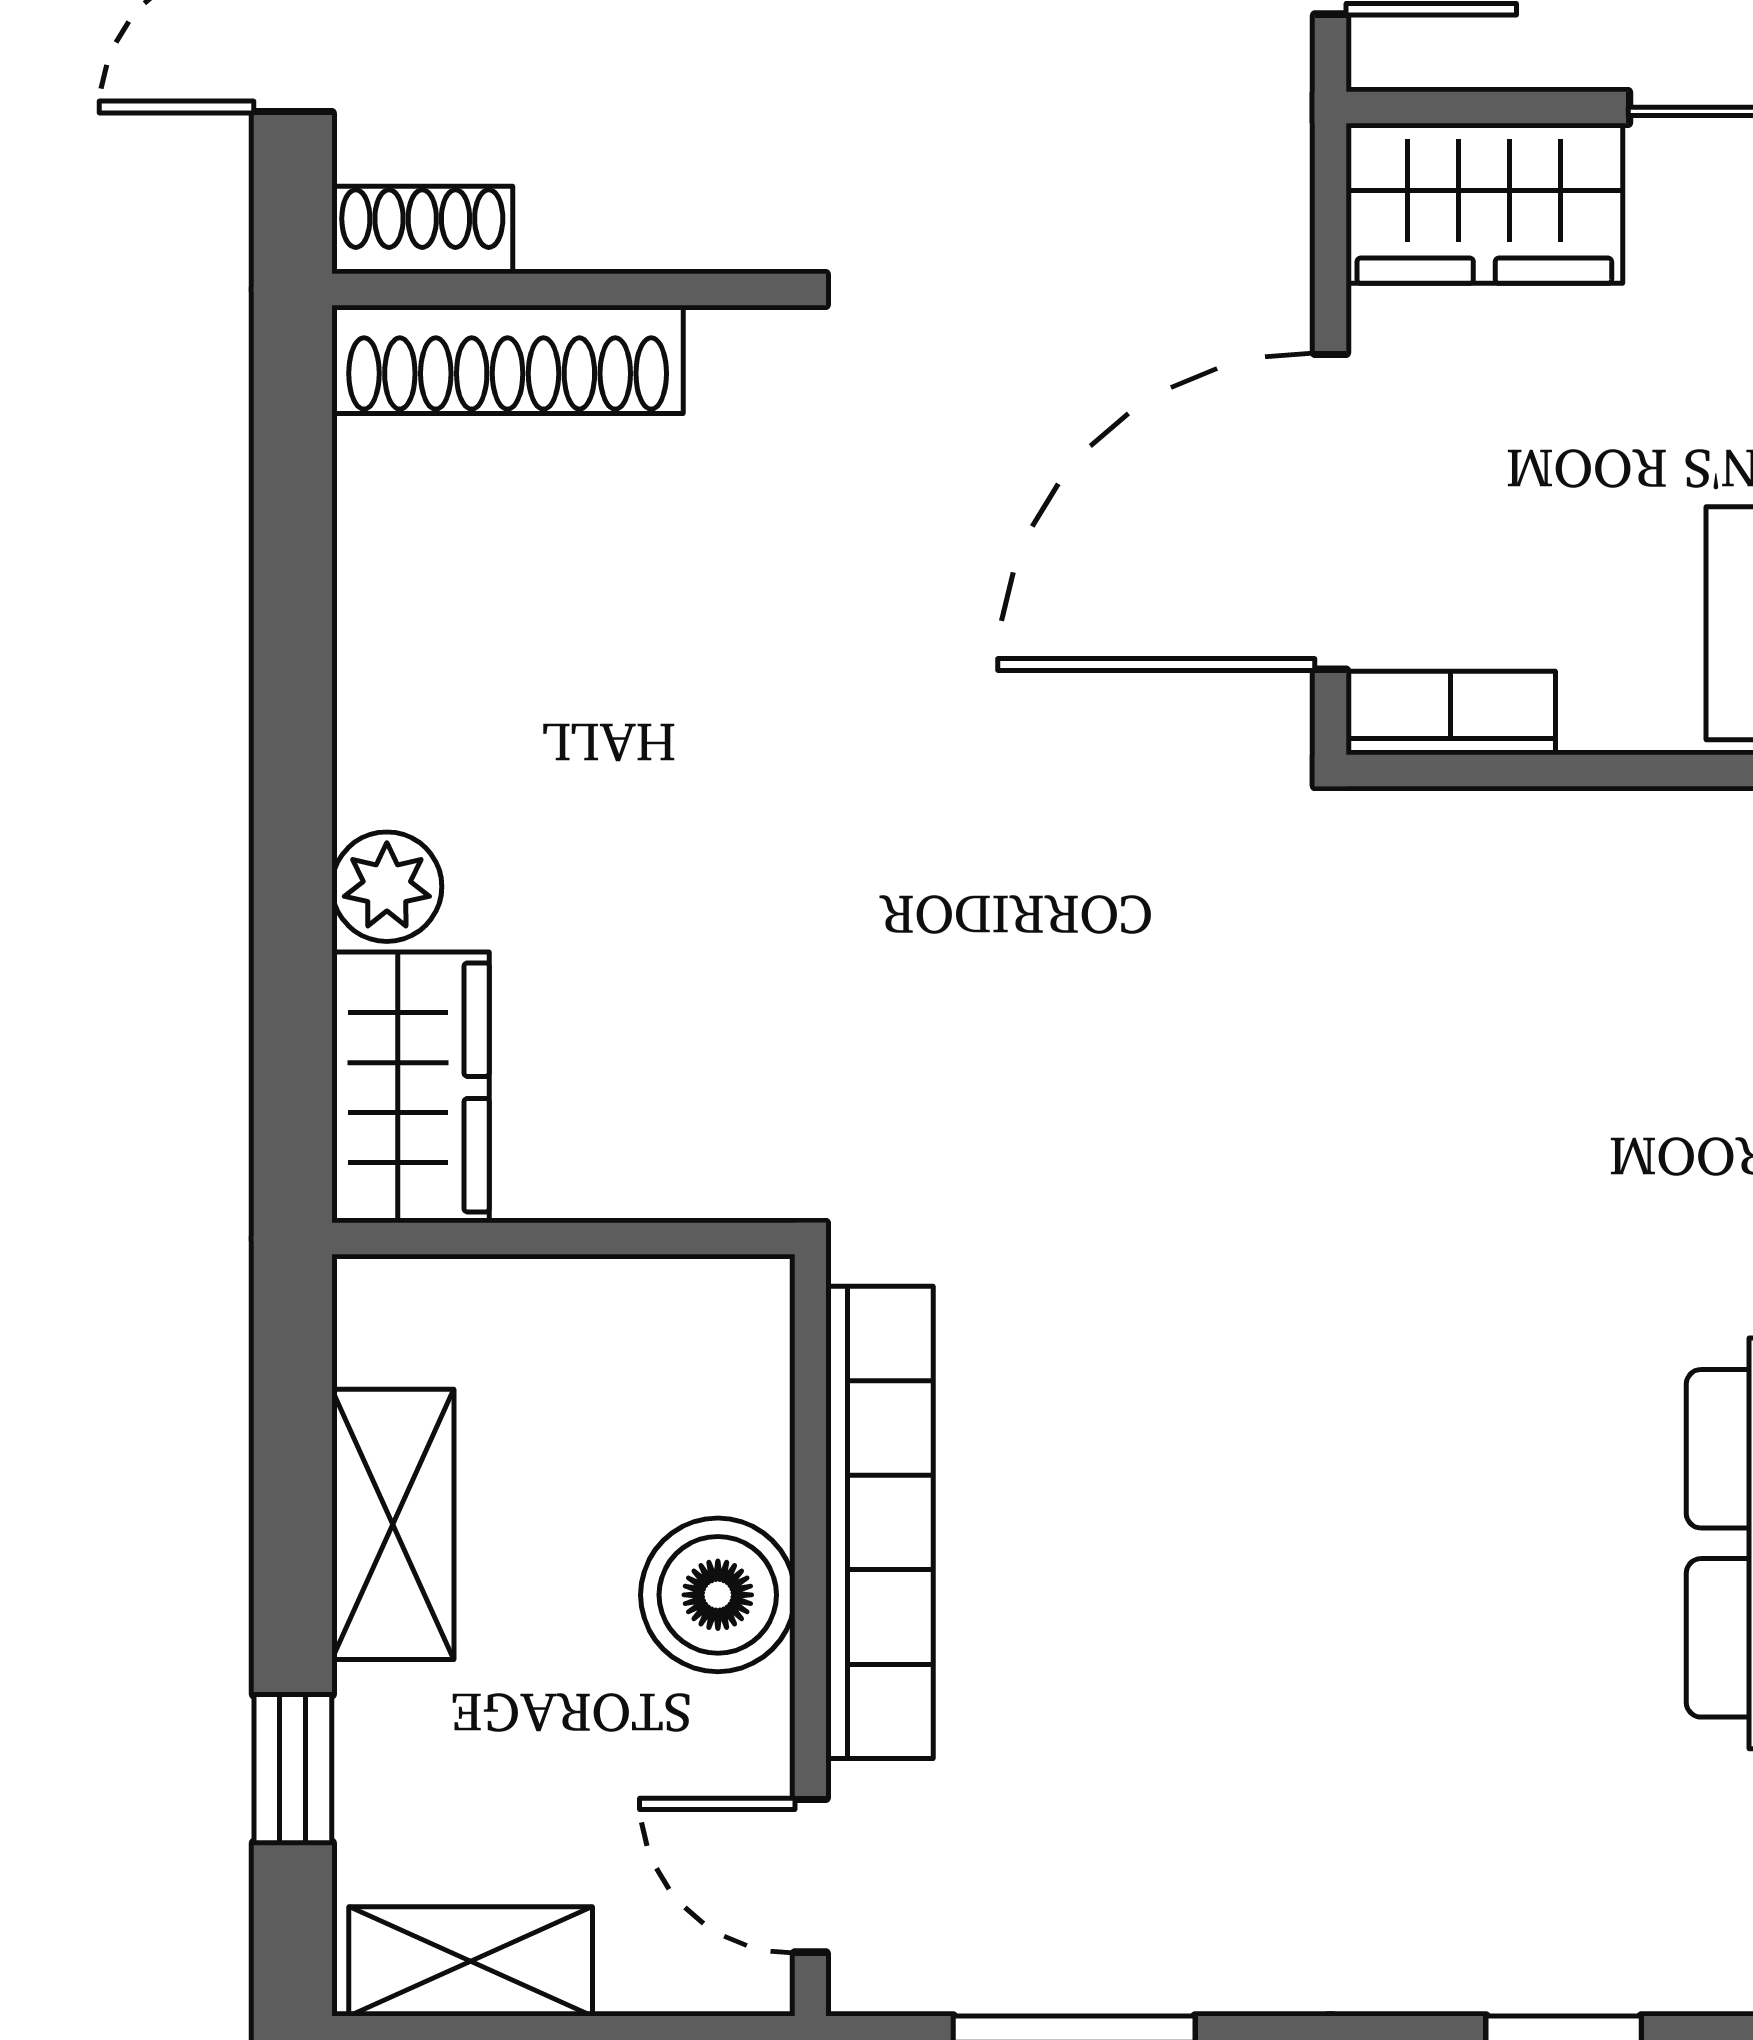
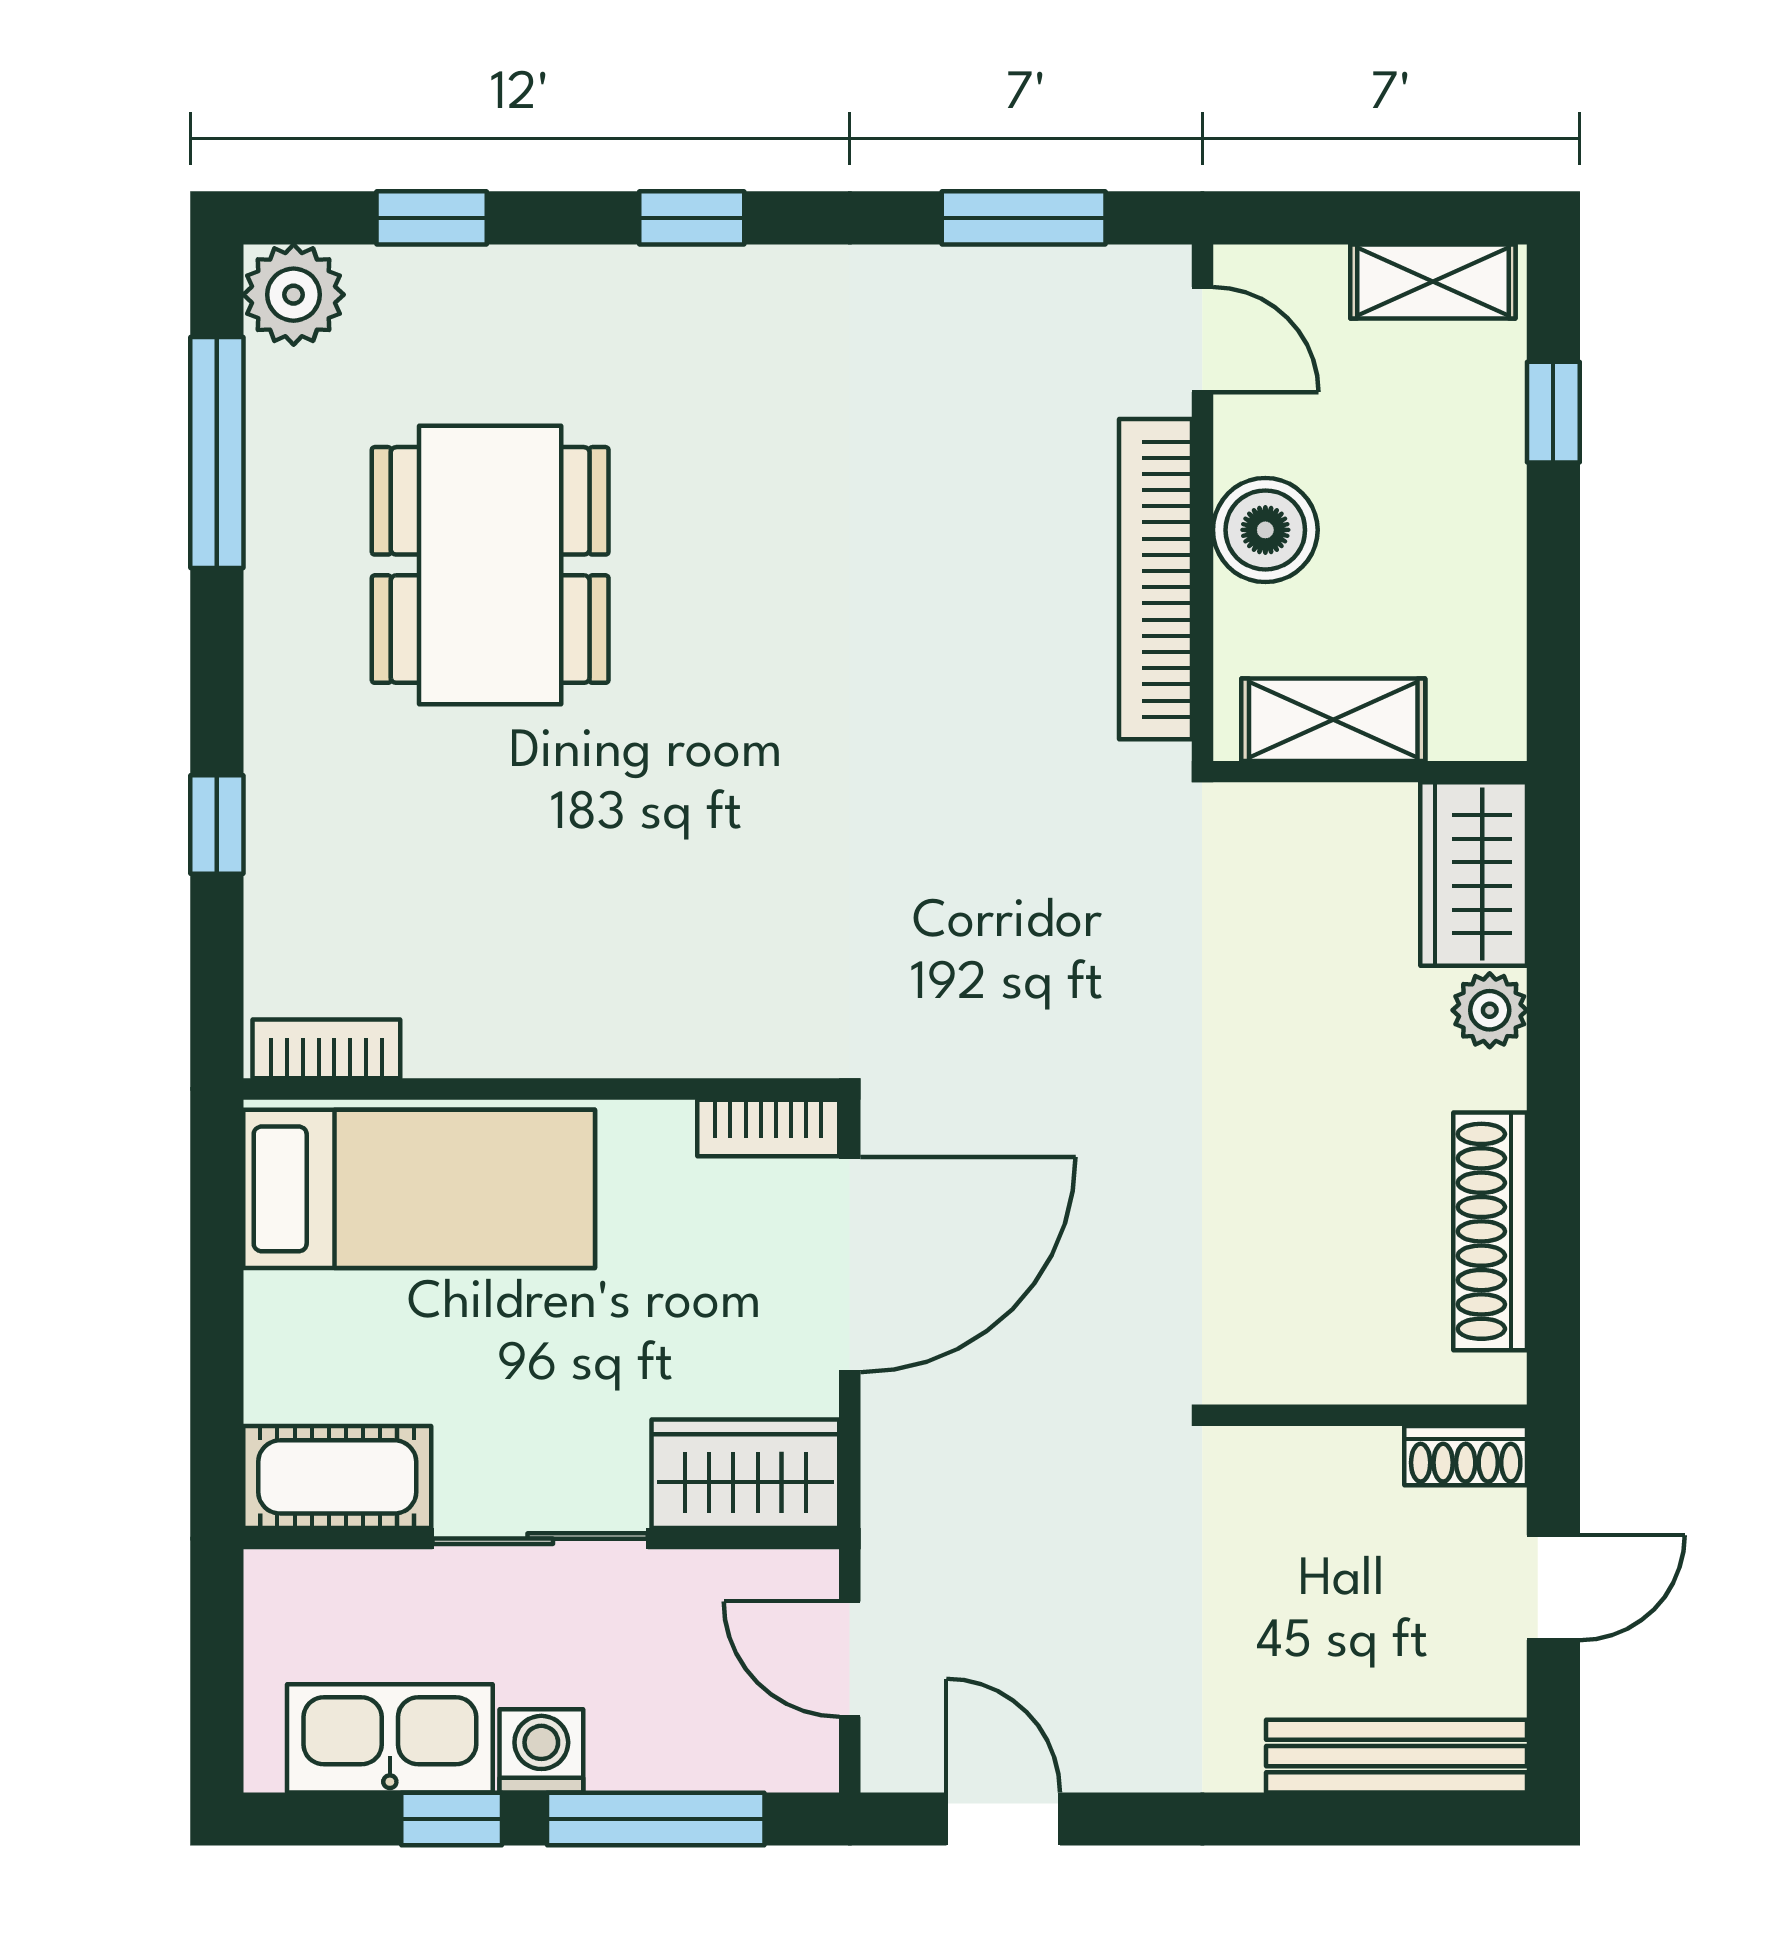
shoe rack: (508, 359) -> (1490, 1231), moved, turned -90
shelving: (393, 1524) -> (1333, 720), moved, turned 90

